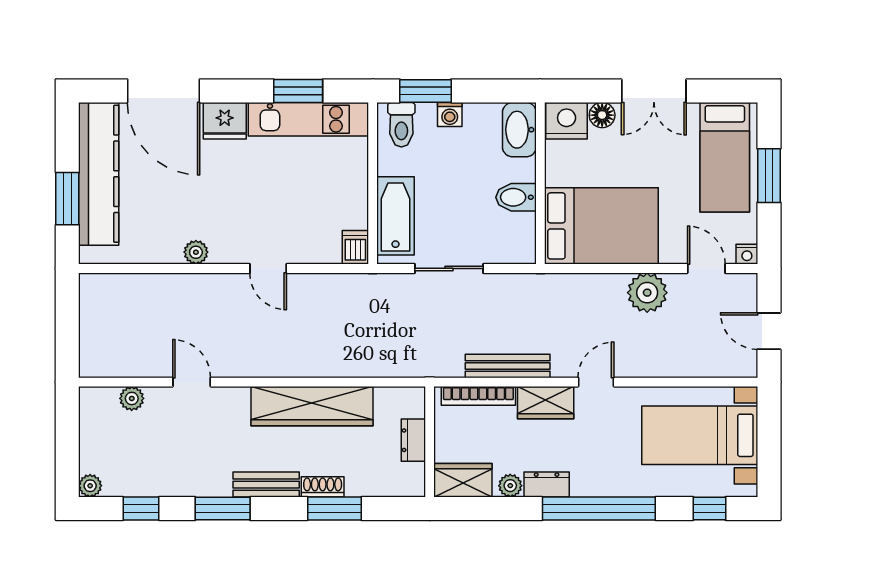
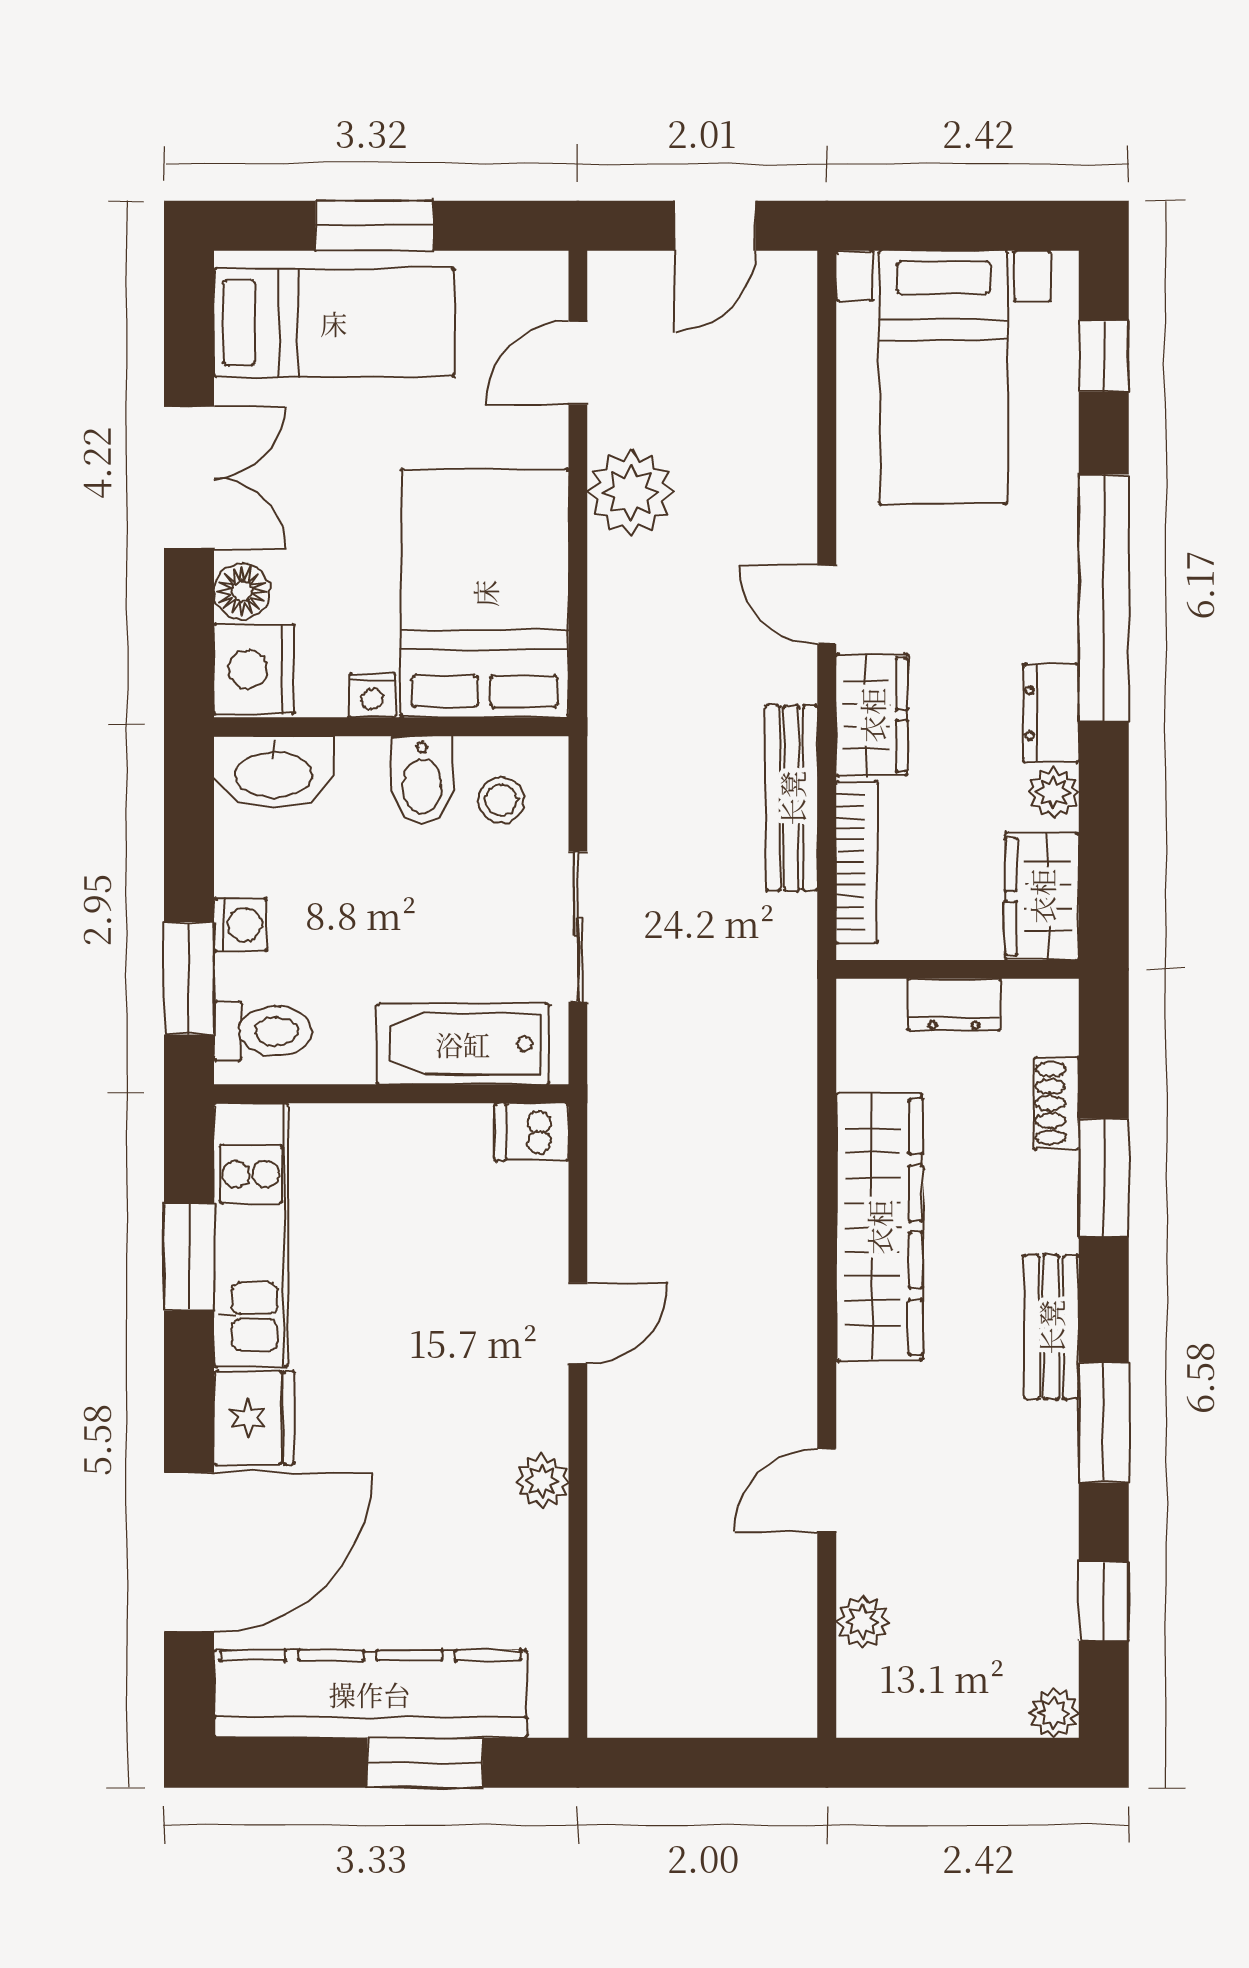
stool: (507, 234) -> (501, 800), added
nightstand: (747, 254) -> (372, 695), moved, turned 90
shoe rack: (323, 487) -> (1056, 1103), moved

